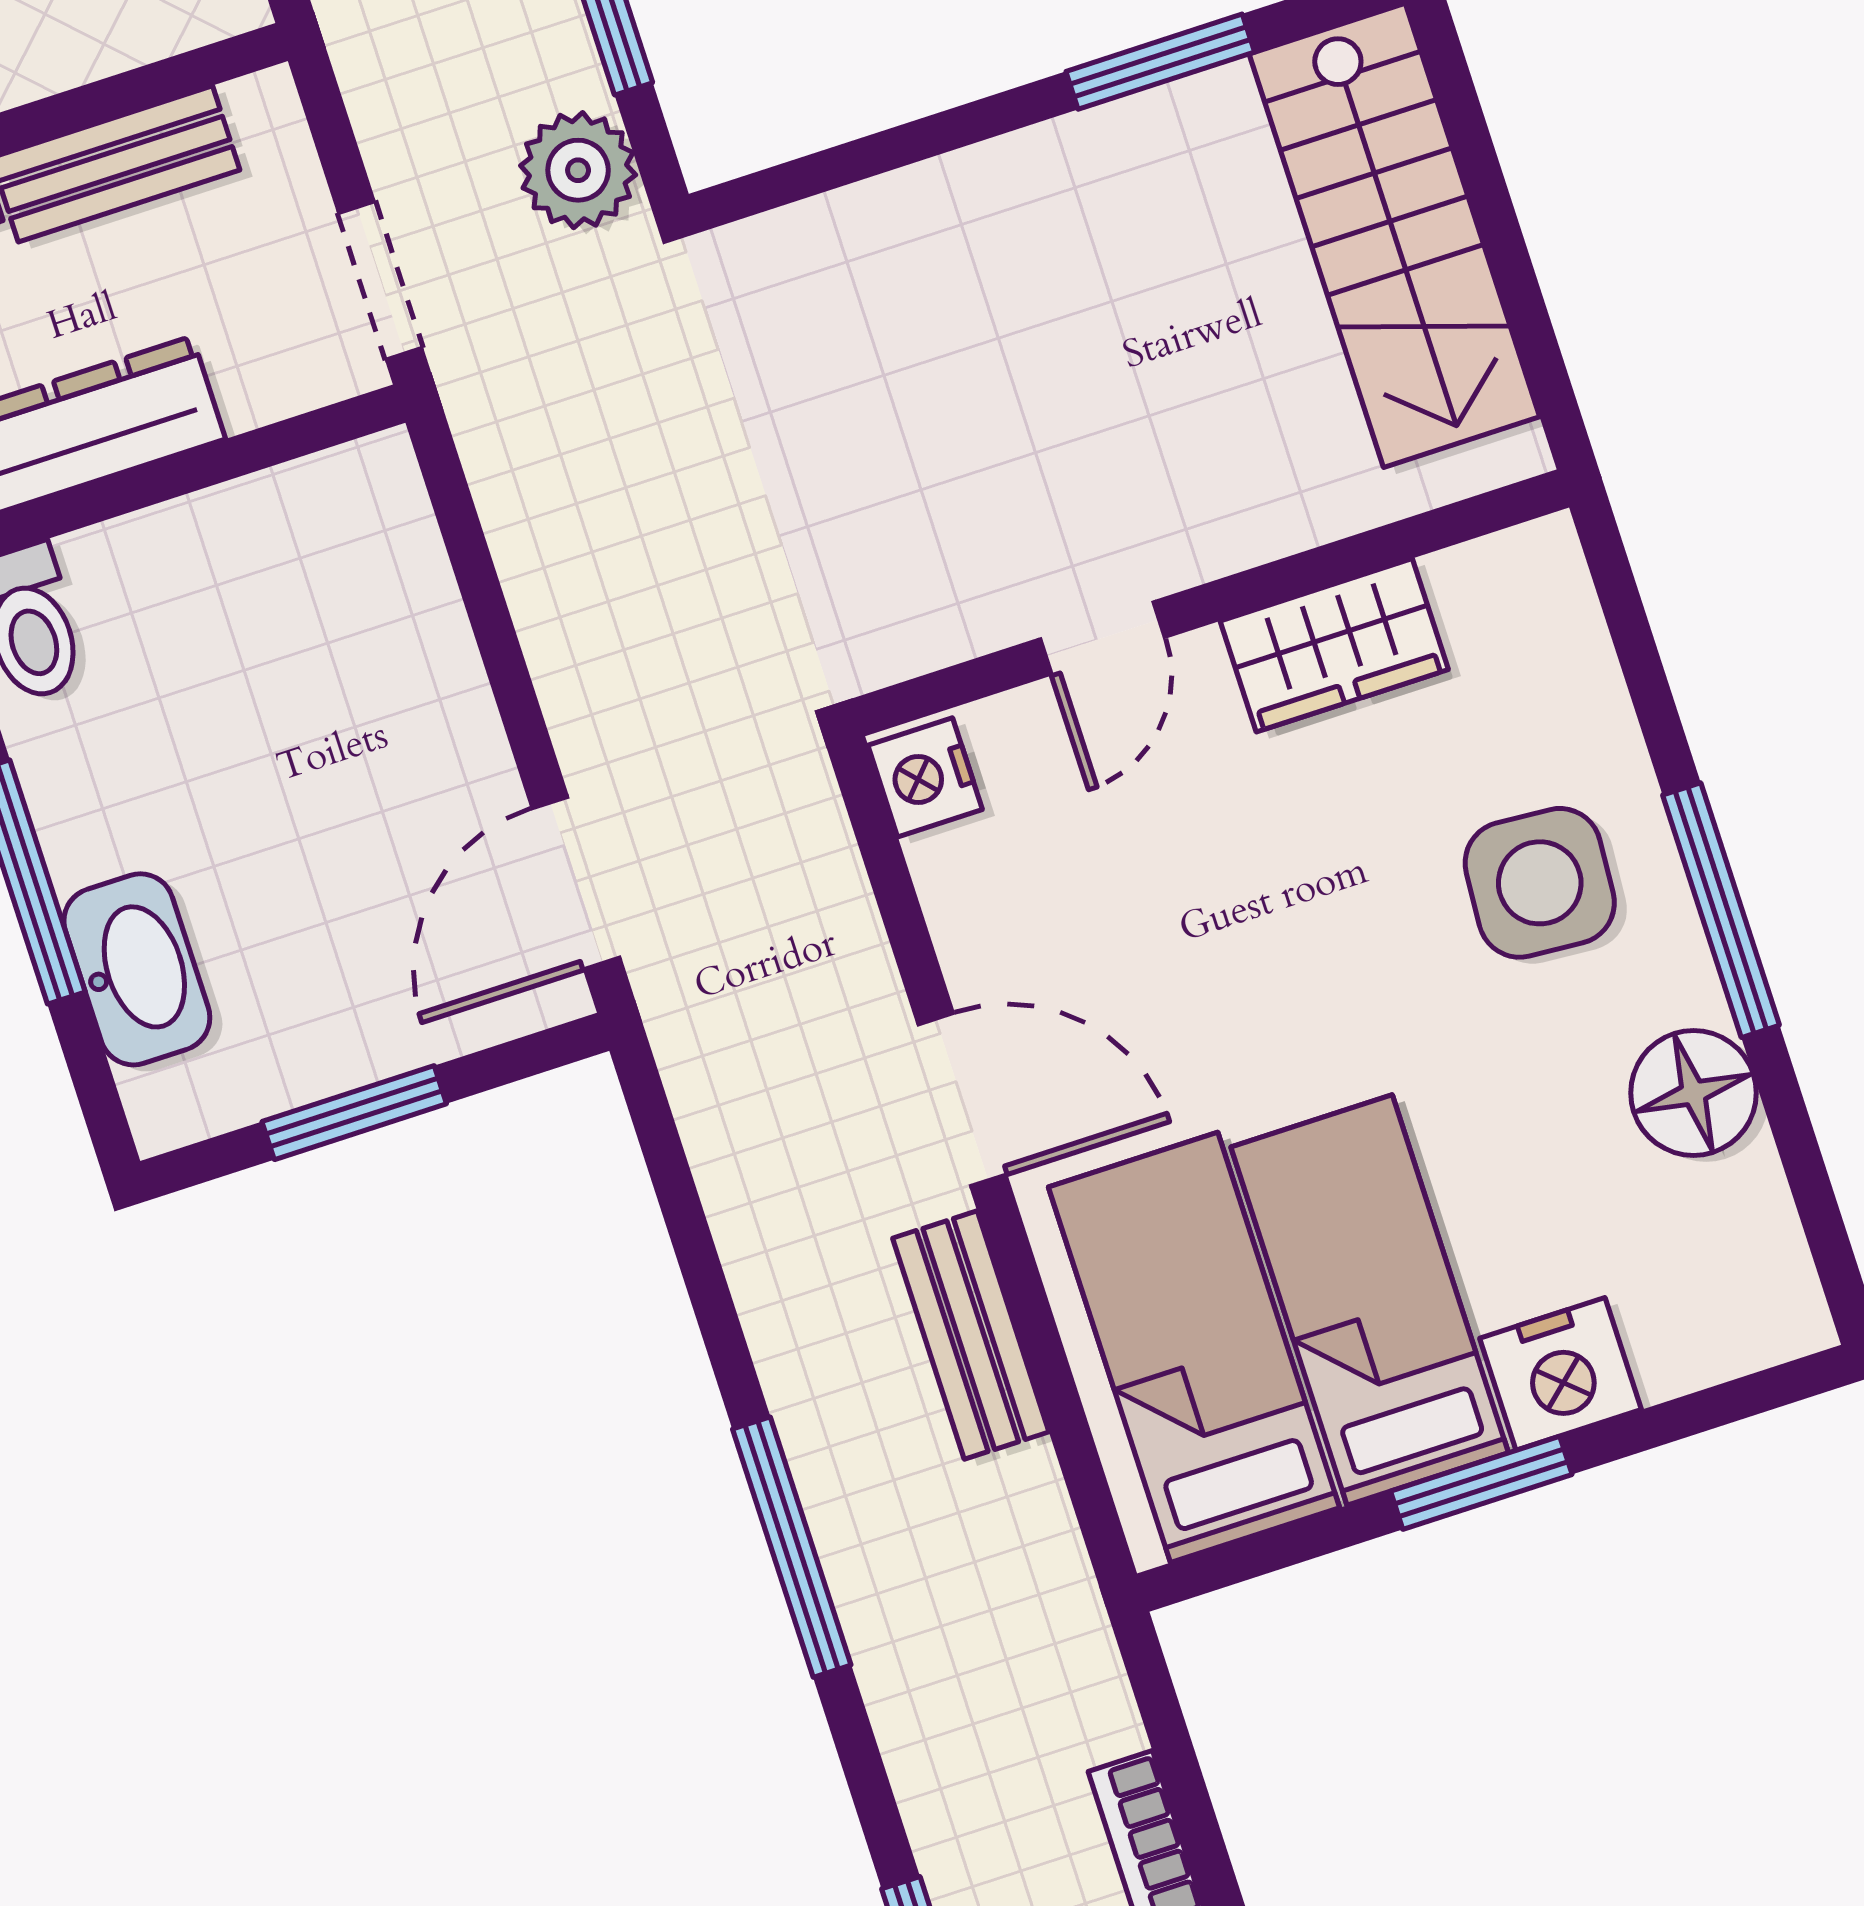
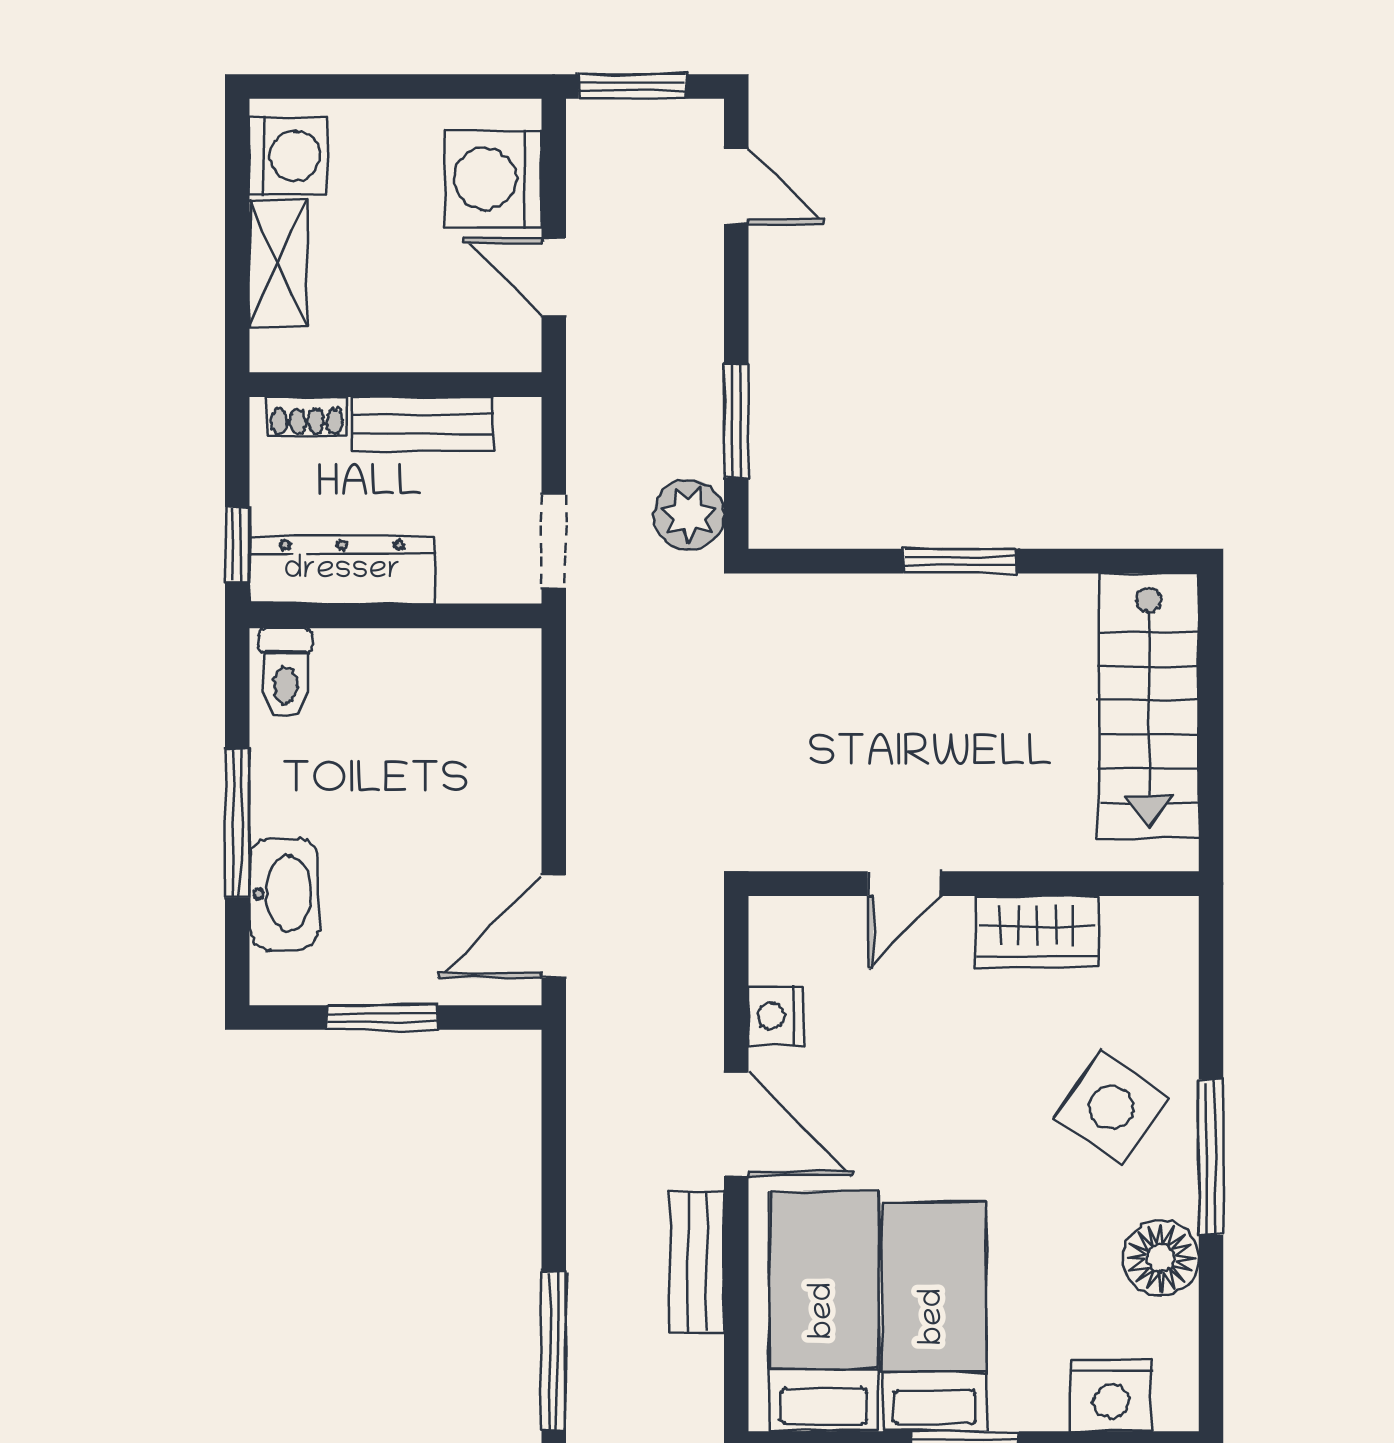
window: (1160, 62) -> (960, 561), moved
nightstand: (925, 777) -> (776, 1016), moved
side table: (1540, 883) -> (1111, 1107), turned 31
nightstand: (1560, 1374) -> (1111, 1395), moved

